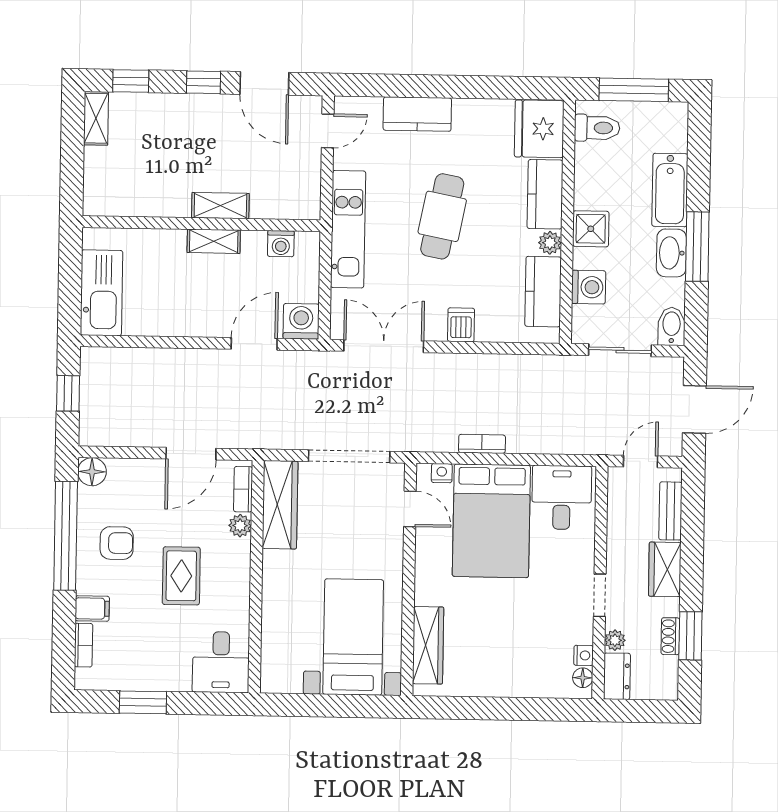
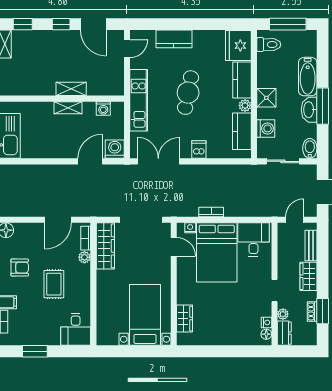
wardrobe: (428, 645) -> (184, 319), width x0.67

